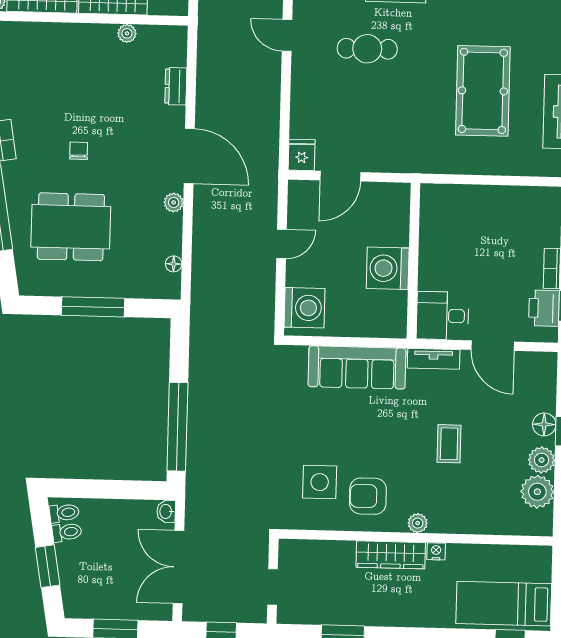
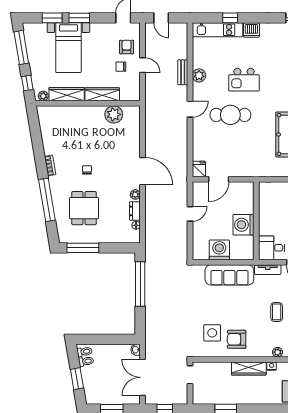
plant: (127, 33) -> (114, 114), width x1.88, depth x1.88
door: (287, 35) -> (190, 109), swing flipped
cafe table: (367, 49) -> (230, 115), width x1.37, depth x1.35
dresser: (176, 86) -> (135, 211), moved
dining table: (71, 227) -> (84, 208), width x0.73
window: (93, 307) -> (83, 248), moved
washing machine: (304, 308) -> (219, 250), moved, turned -90
window: (177, 427) -> (140, 284), moved
plant: (418, 523) -> (278, 352), moved
doorway: (273, 587) -> (190, 375), moved

